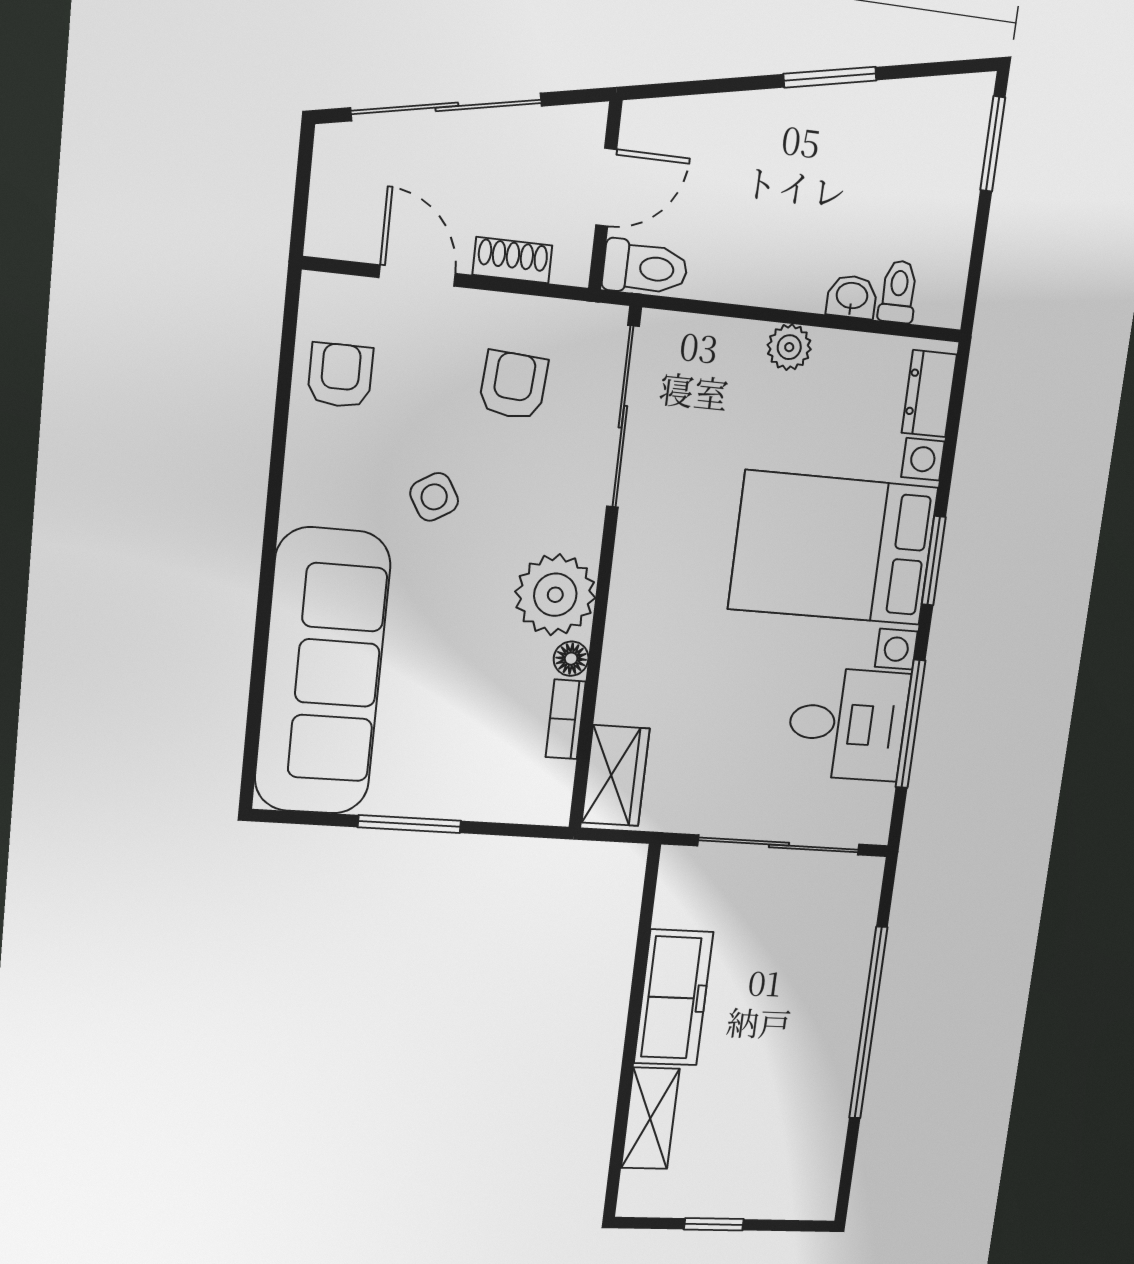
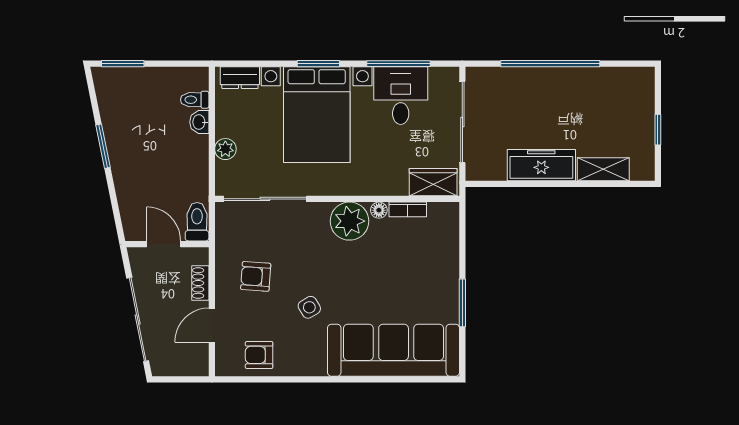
sliding door: (623, 417) -> (265, 199), moved
wall: (605, 572) -> (337, 199), moved
plant: (555, 595) -> (349, 221), moved
floor lamp: (571, 659) -> (379, 210), moved
bookcase: (566, 719) -> (408, 209), moved
wardrobe: (616, 776) -> (433, 182), moved

